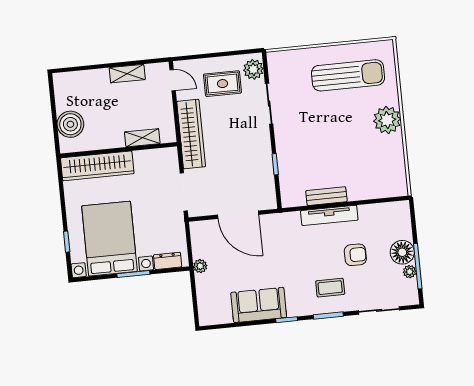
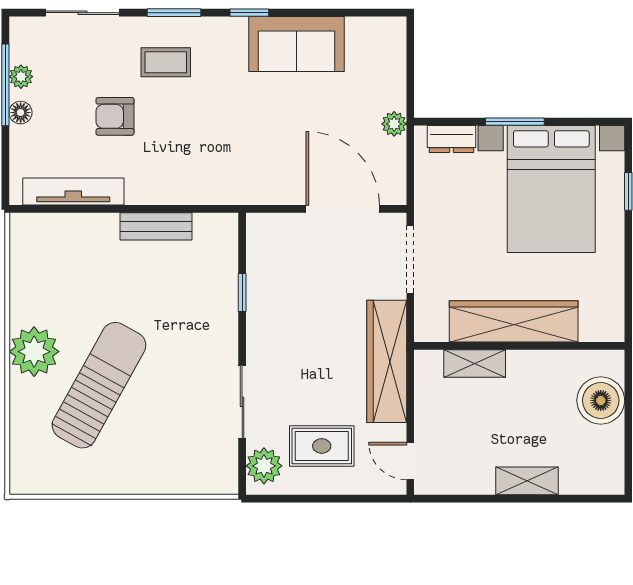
shelving: (127, 74) -> (527, 481), moved
sun lounger: (348, 75) -> (99, 385), moved, turned 119
wardrobe: (97, 166) -> (514, 321), moved
door: (238, 215) -> (343, 209), moved
tv unit: (329, 215) -> (73, 191), moved
floor lamp: (402, 252) -> (21, 113), width x0.53, depth x0.53

